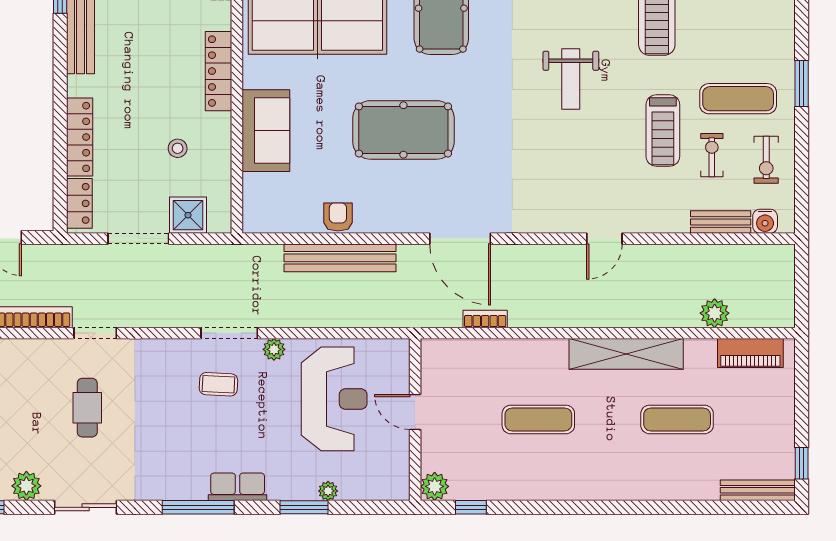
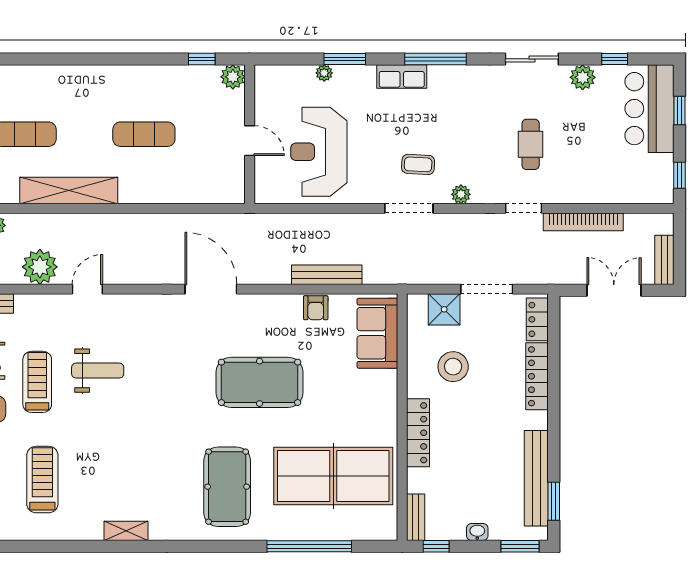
weight bench: (571, 79) -> (98, 371), moved, turned 90
sofa: (266, 131) -> (377, 333), moved
stool: (178, 148) -> (453, 367), width x1.89, depth x1.89
bench: (340, 258) -> (327, 275), width x0.73, depth x0.82
plant: (660, 265) -> (40, 267), added
bookcase: (485, 319) -> (190, 220), removed
plant: (274, 349) -> (461, 194), moved

